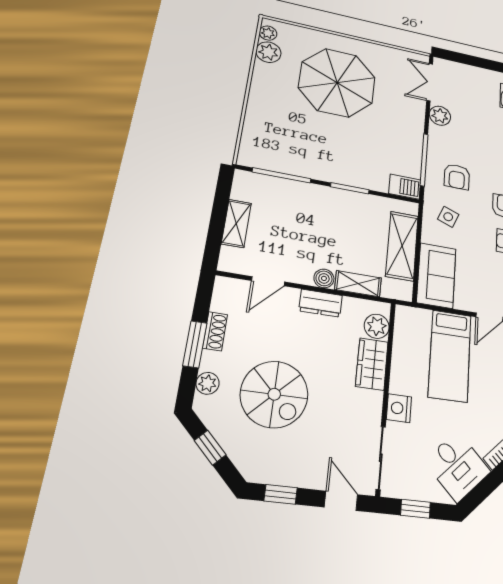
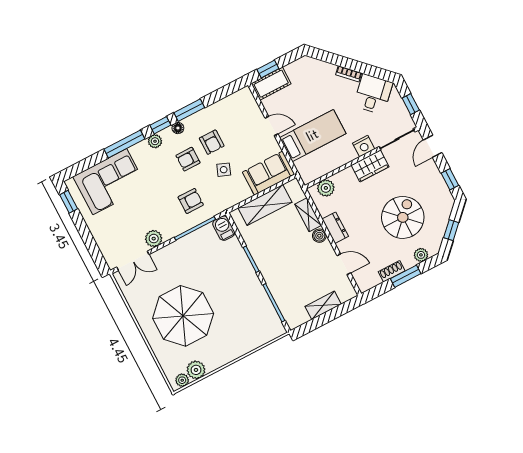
side table: (448, 217) -> (224, 170), moved
wardrobe: (372, 364) -> (370, 166), moved

